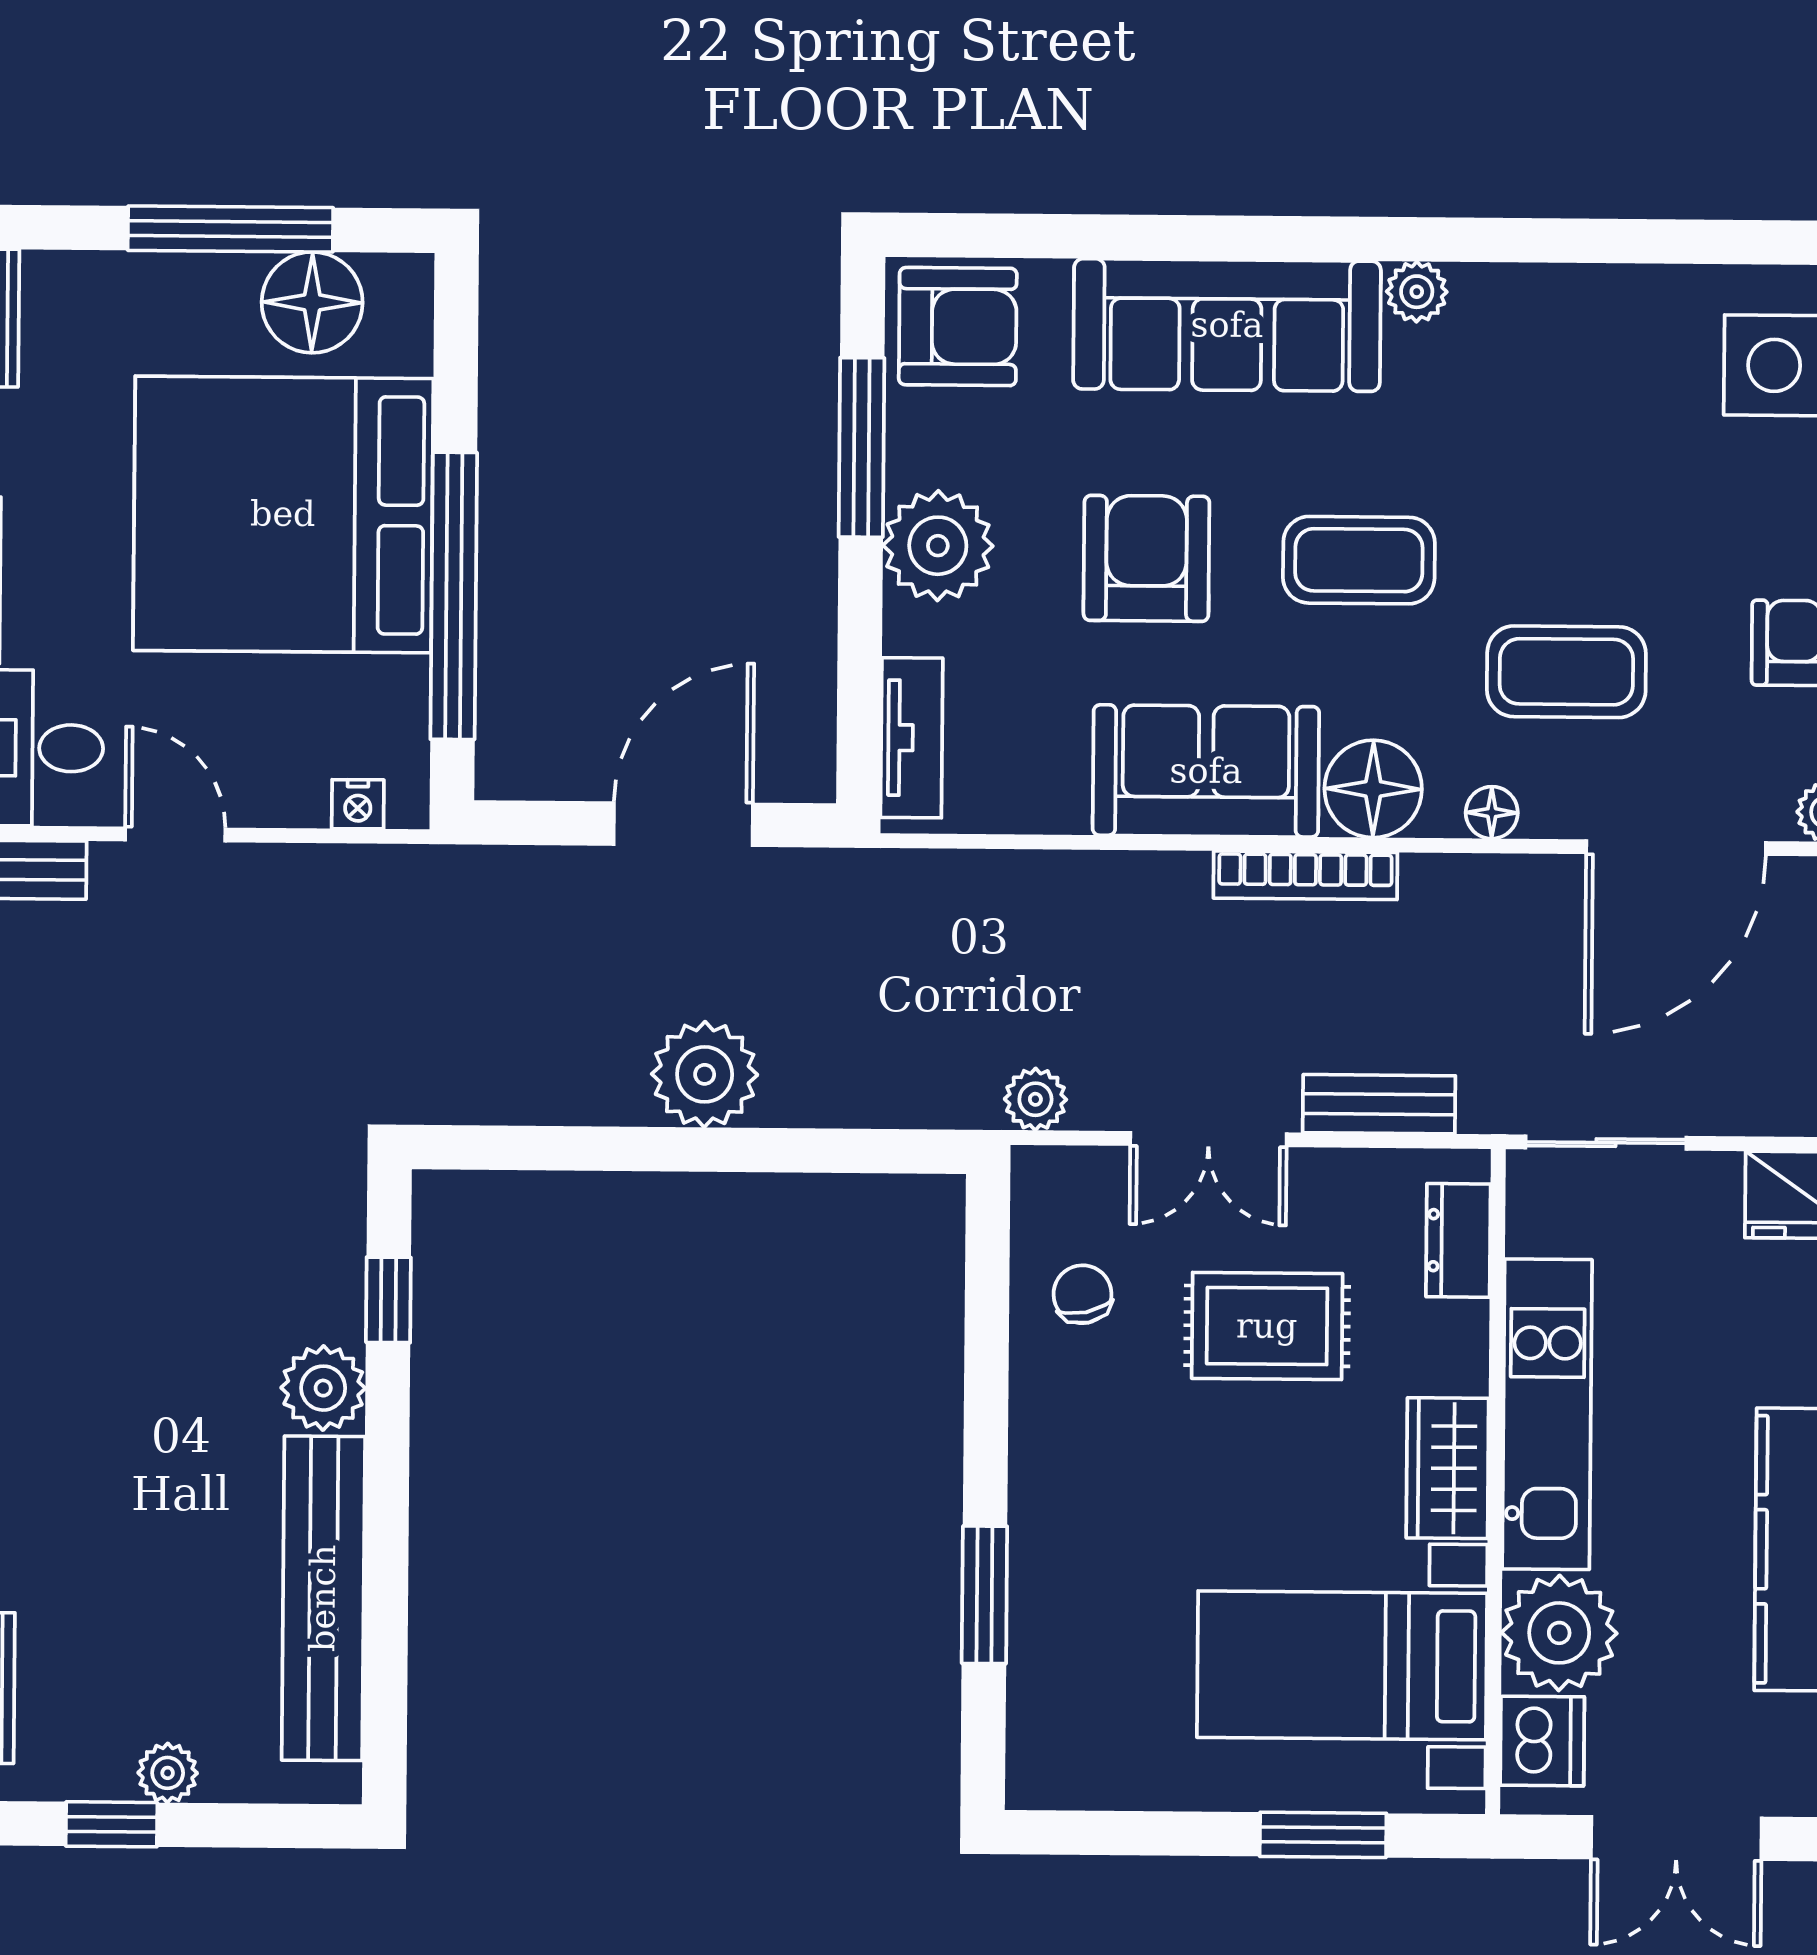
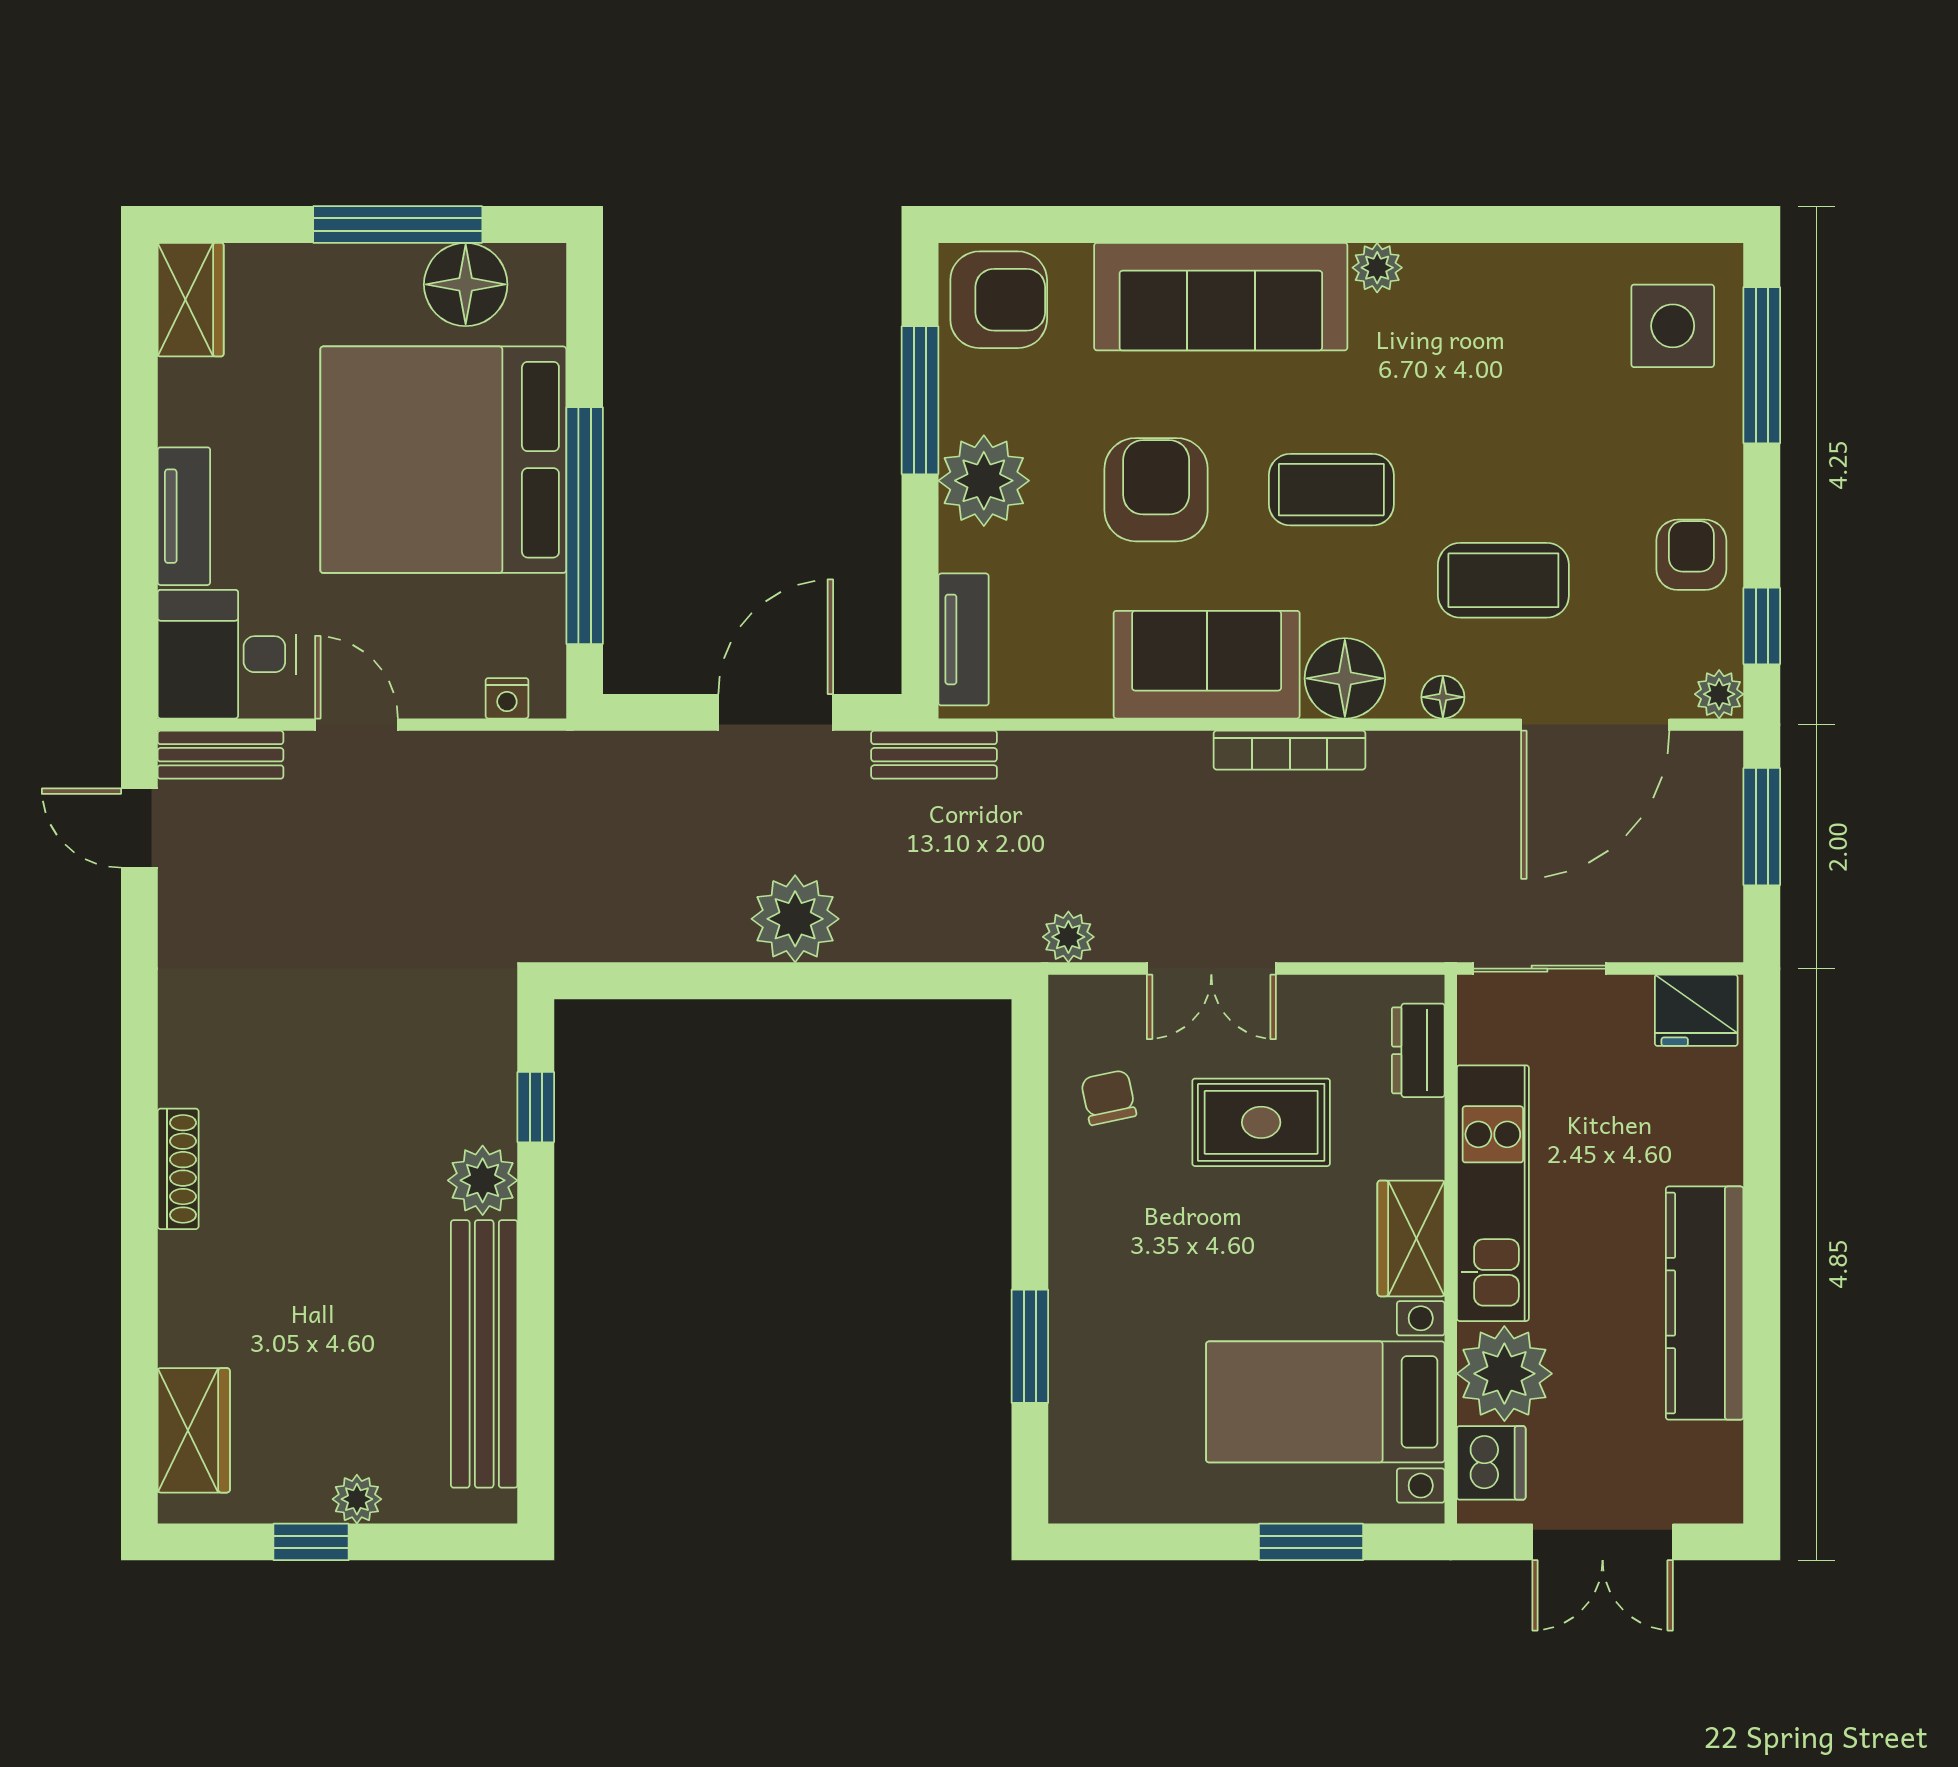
bench: (1379, 1104) -> (934, 755), moved

